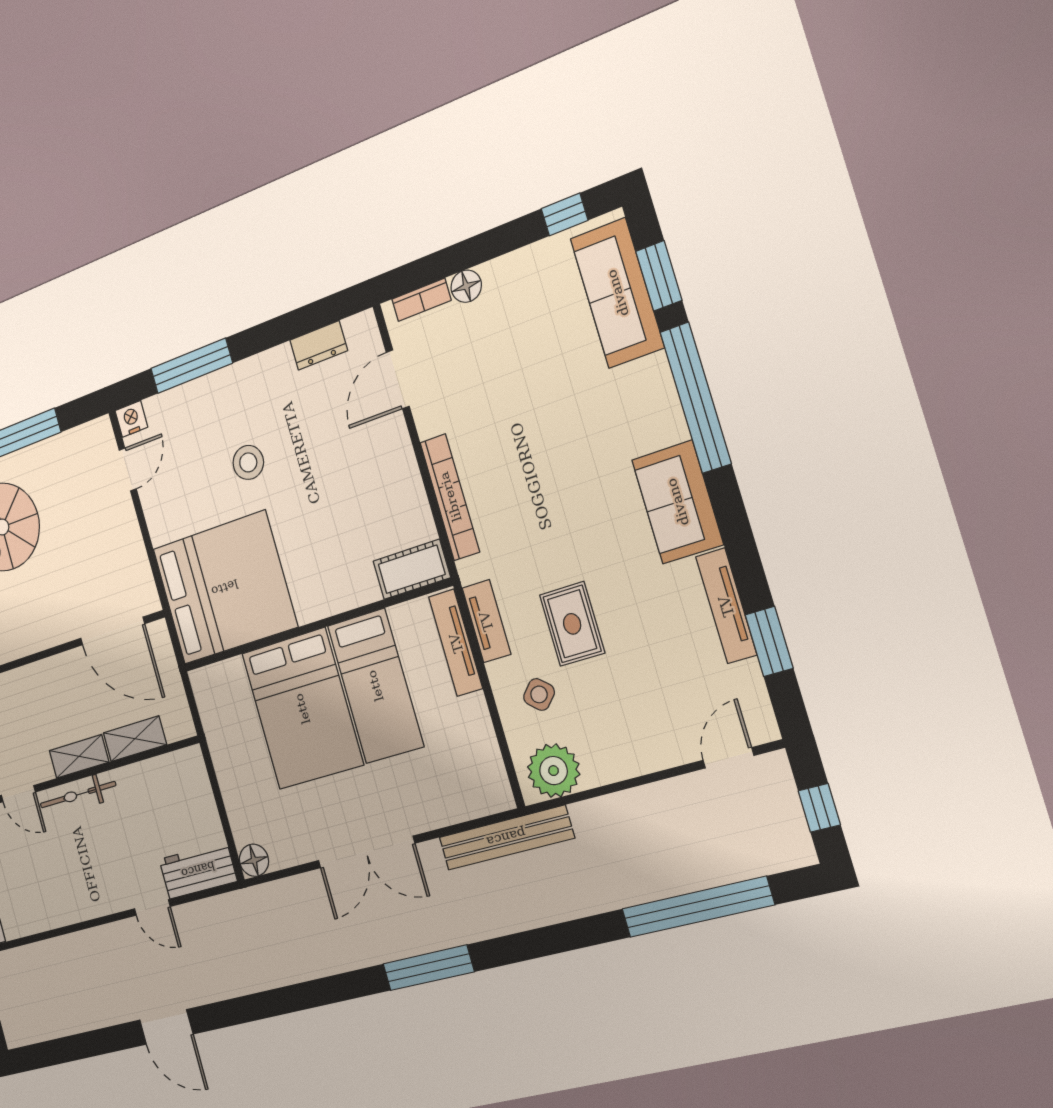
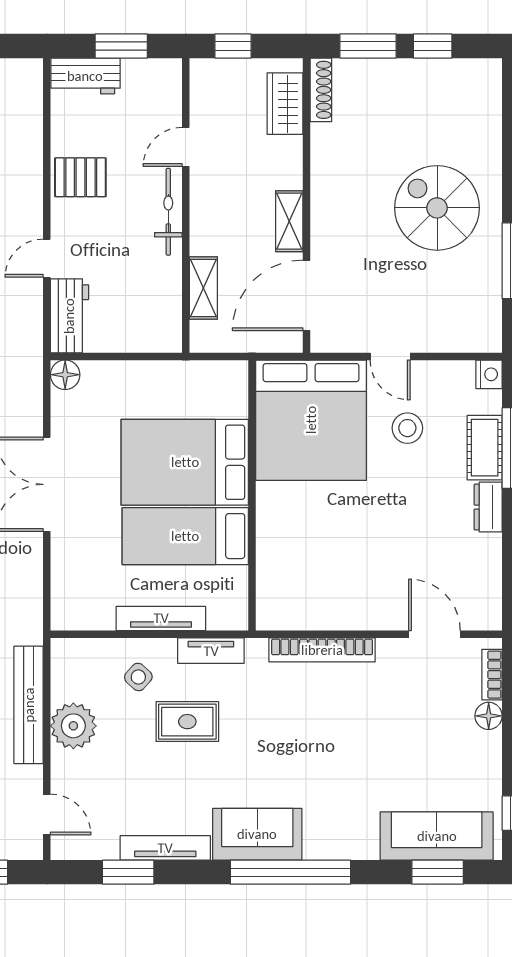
dresser: (319, 345) -> (488, 507), moved
window: (696, 398) -> (290, 872), moved
stool: (248, 462) -> (407, 428), moved
door: (128, 469) -> (390, 356), moved
cot: (412, 569) -> (485, 448), moved
tv unit: (456, 643) -> (161, 618), moved
shelving: (79, 756) -> (289, 221), moved
plant: (554, 771) -> (73, 726), moved
bench: (506, 838) -> (29, 705), moved
pallet: (72, 892) -> (80, 177), added

